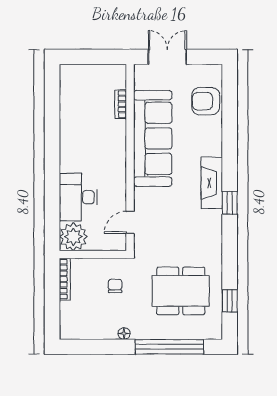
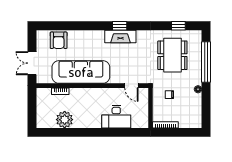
fireplace: (212, 183) -> (120, 37), moved
plant: (73, 237) -> (65, 120), moved

